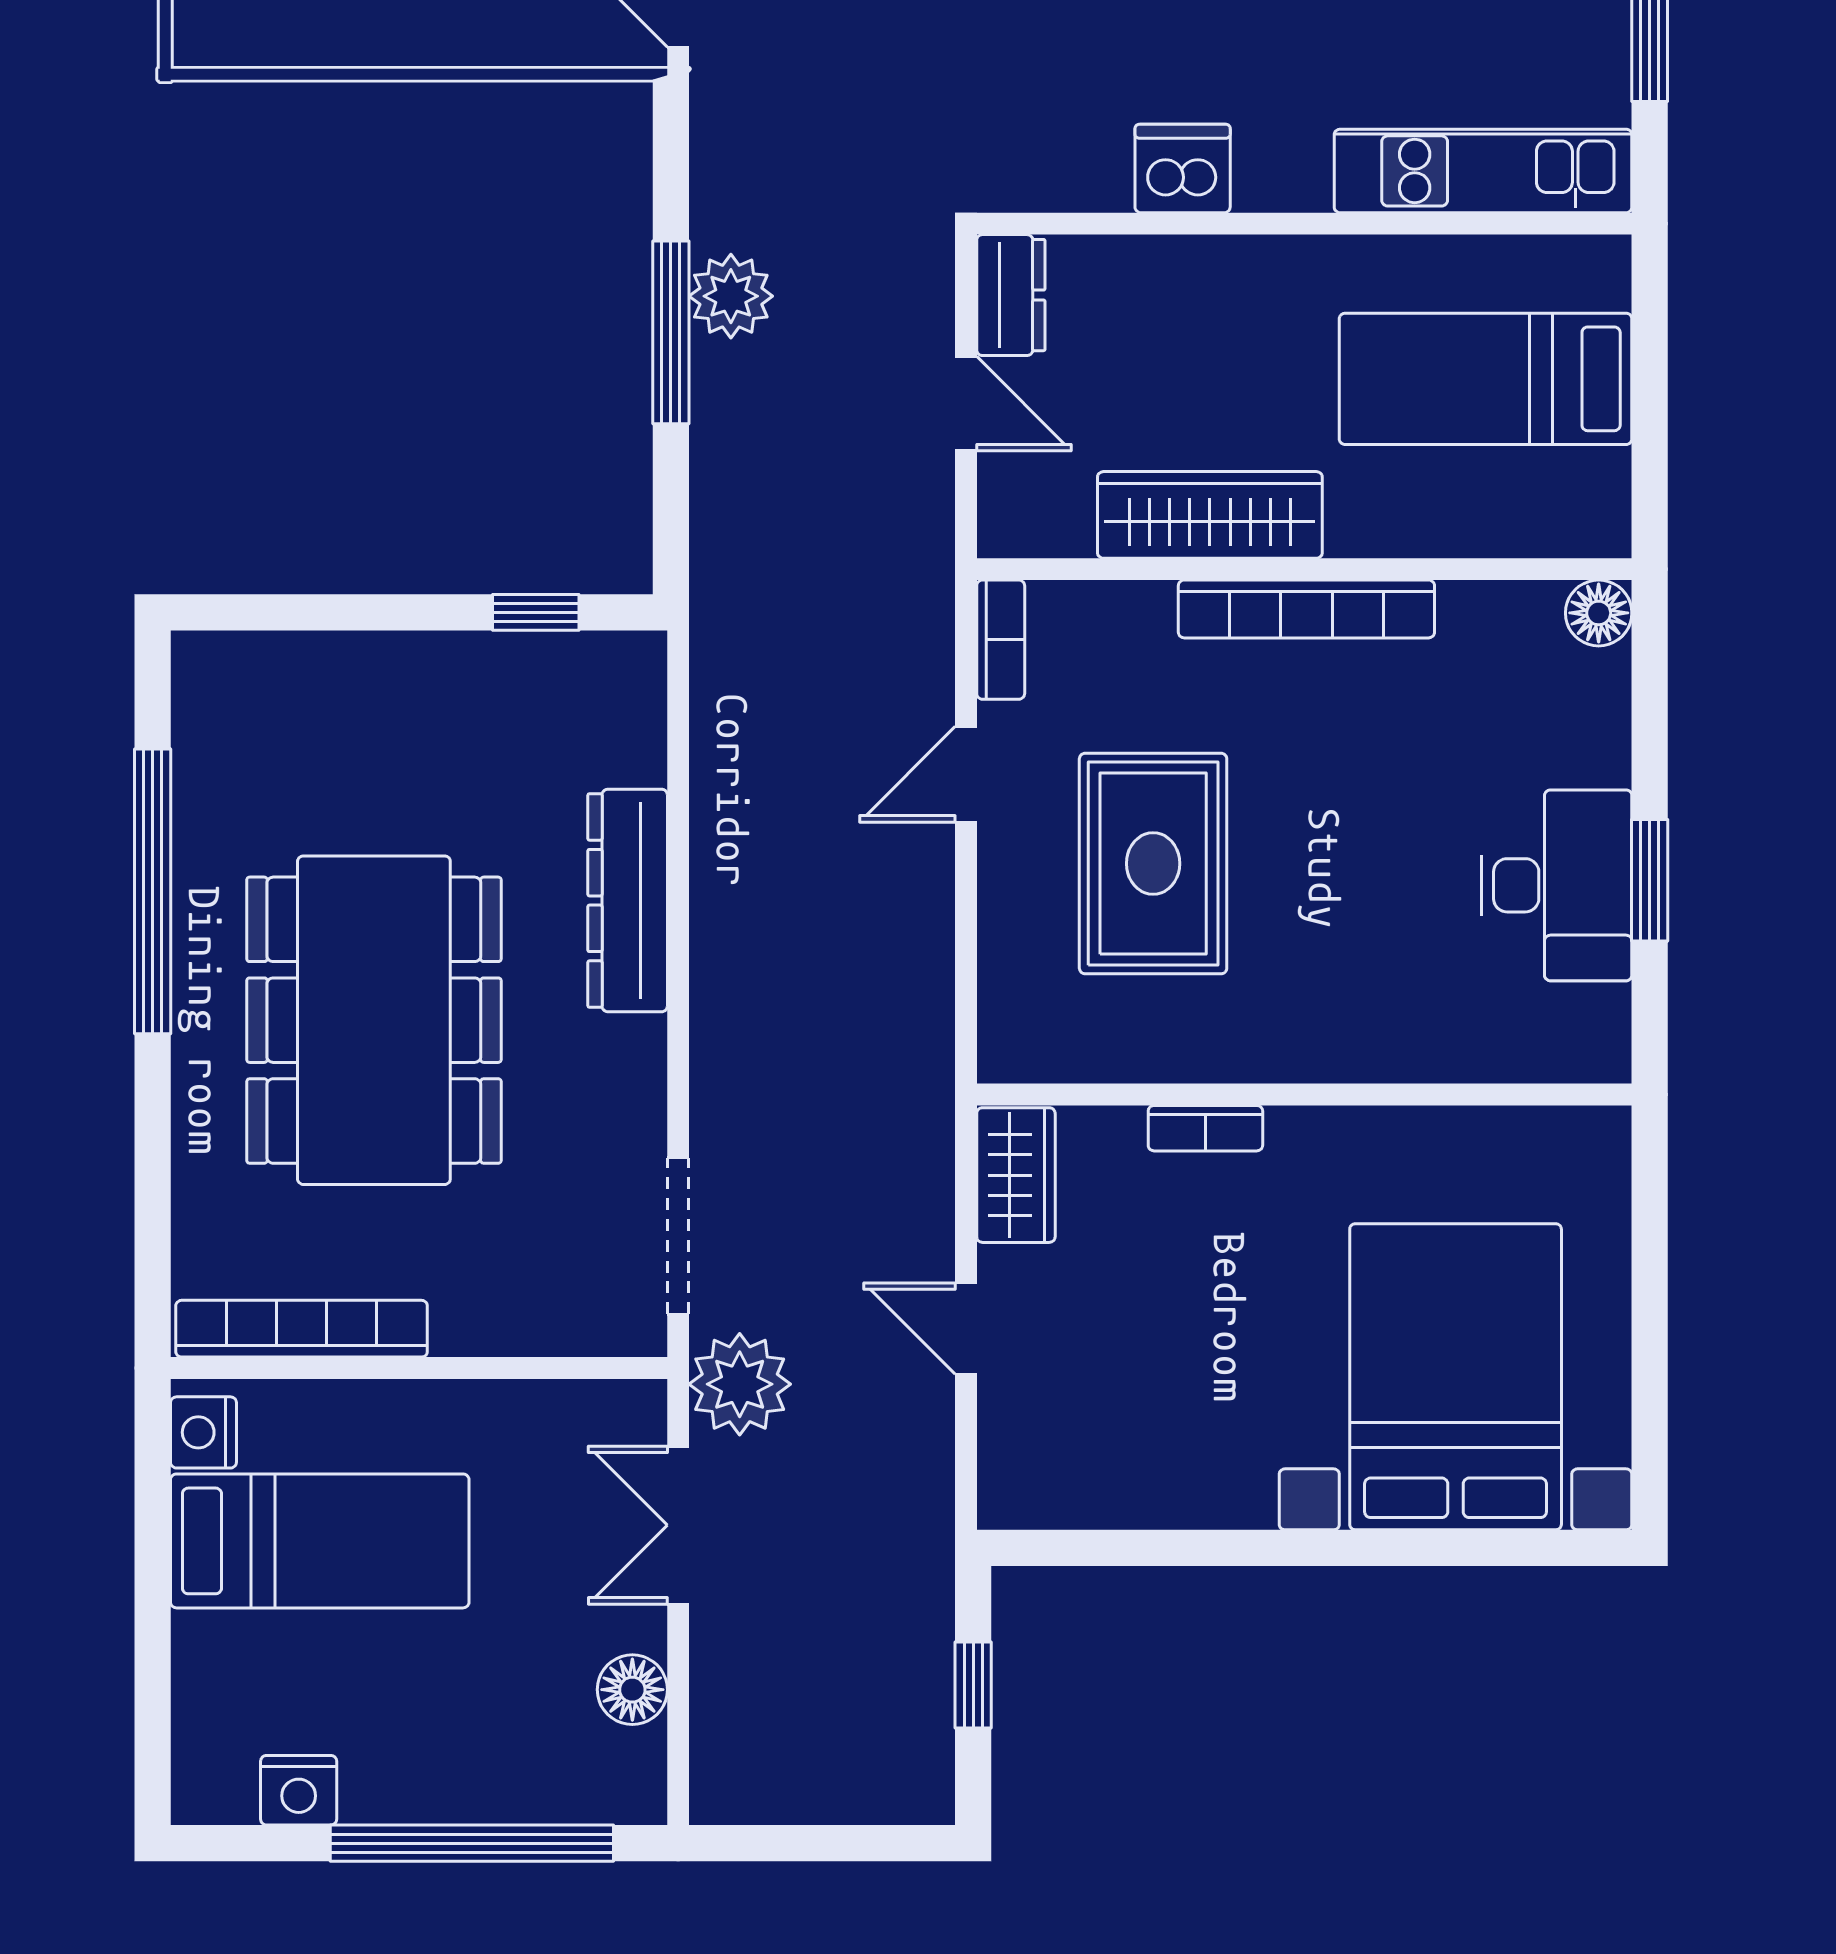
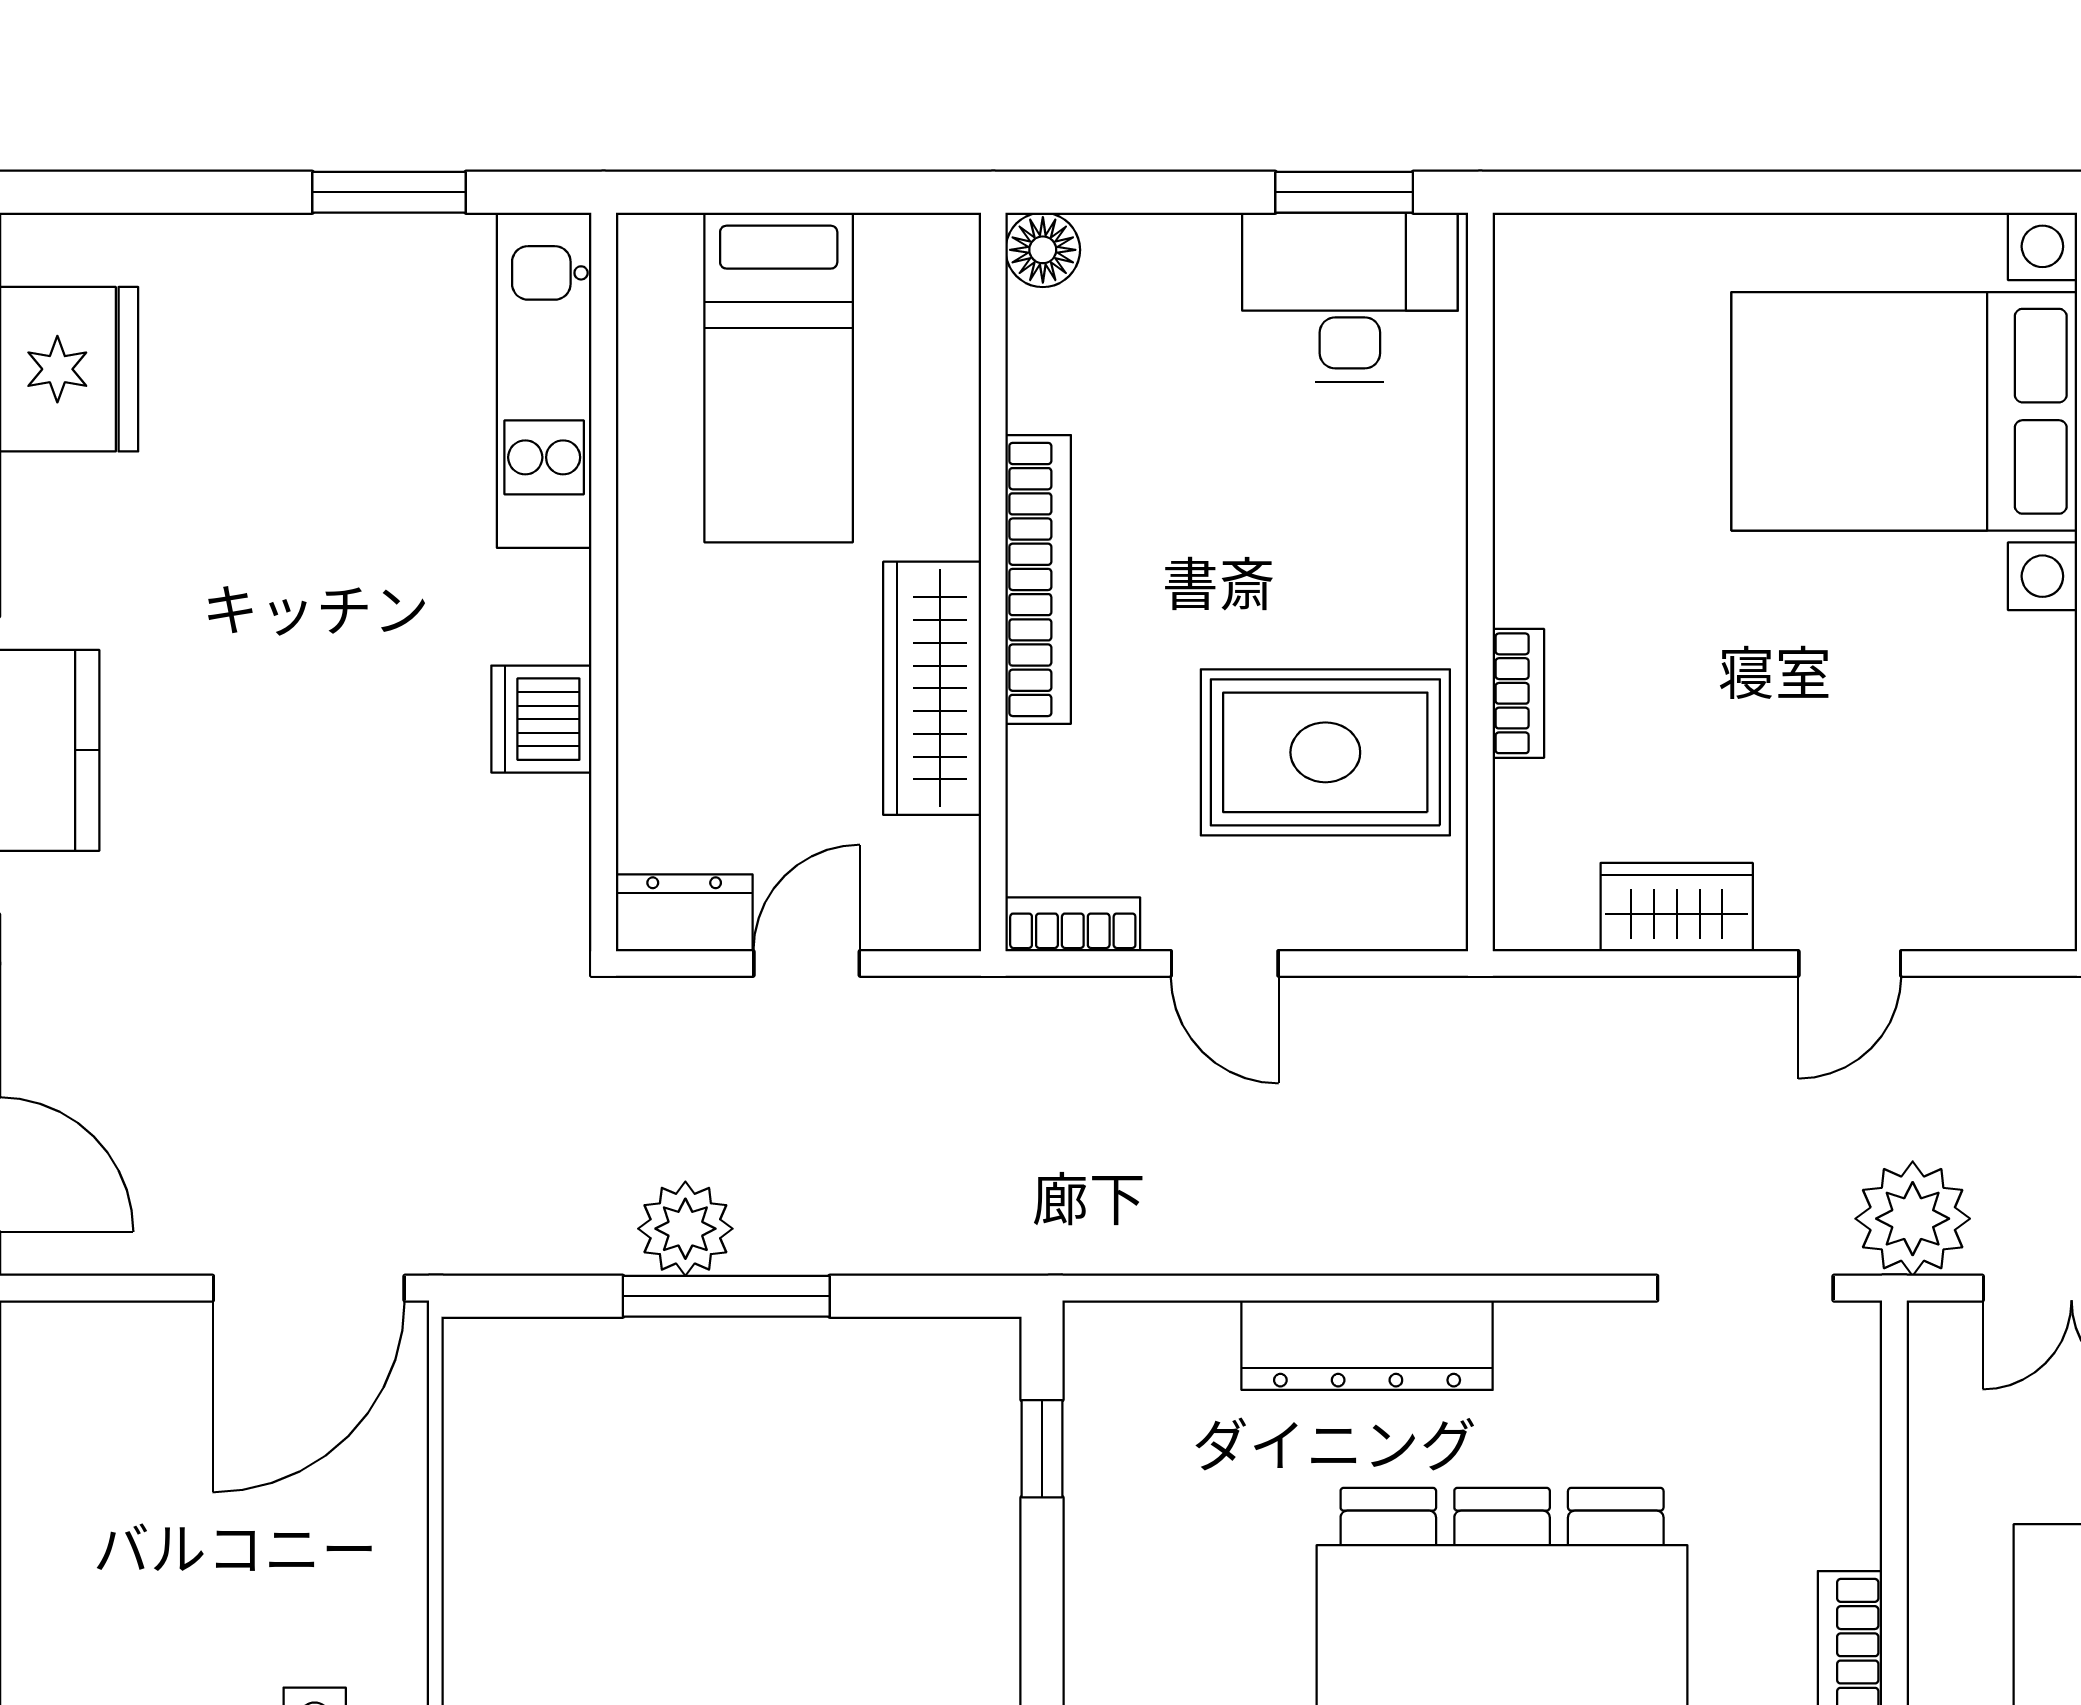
wall: (1304, 1095) -> (1480, 582), moved
bookcase: (1205, 1128) -> (1518, 693), moved

